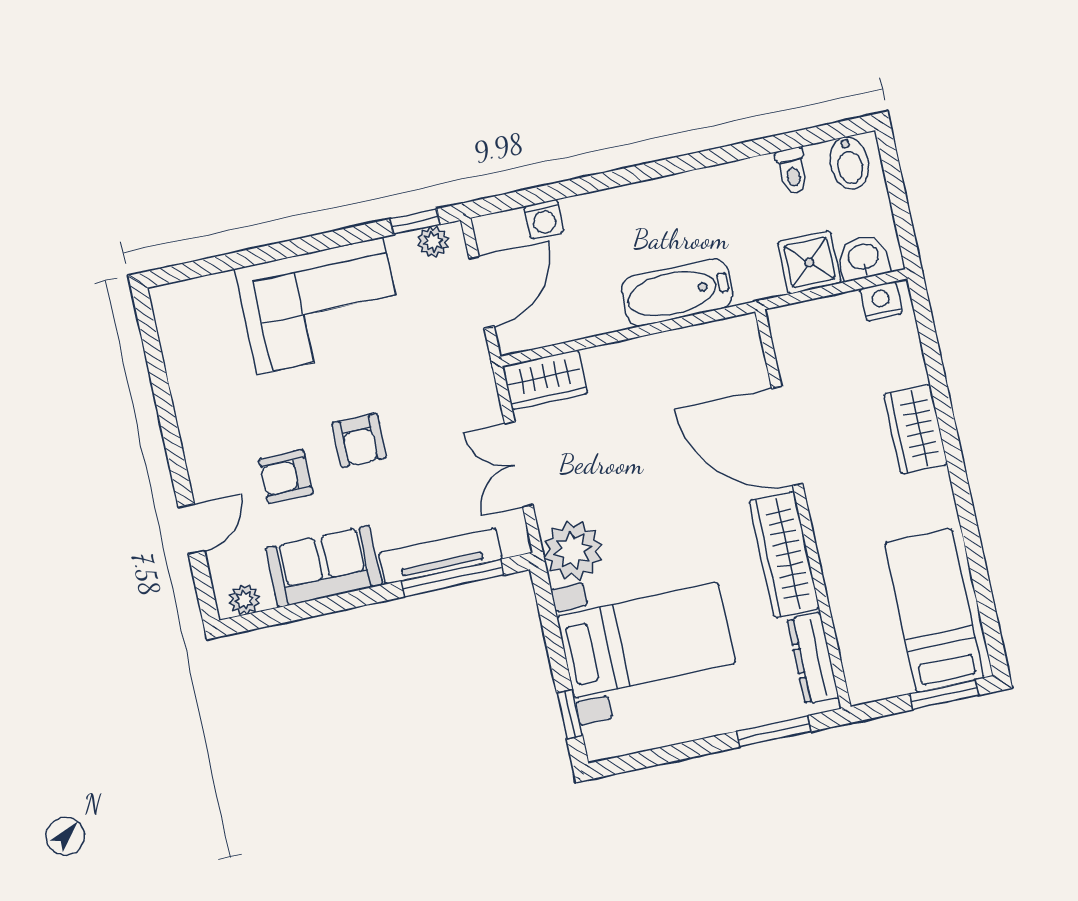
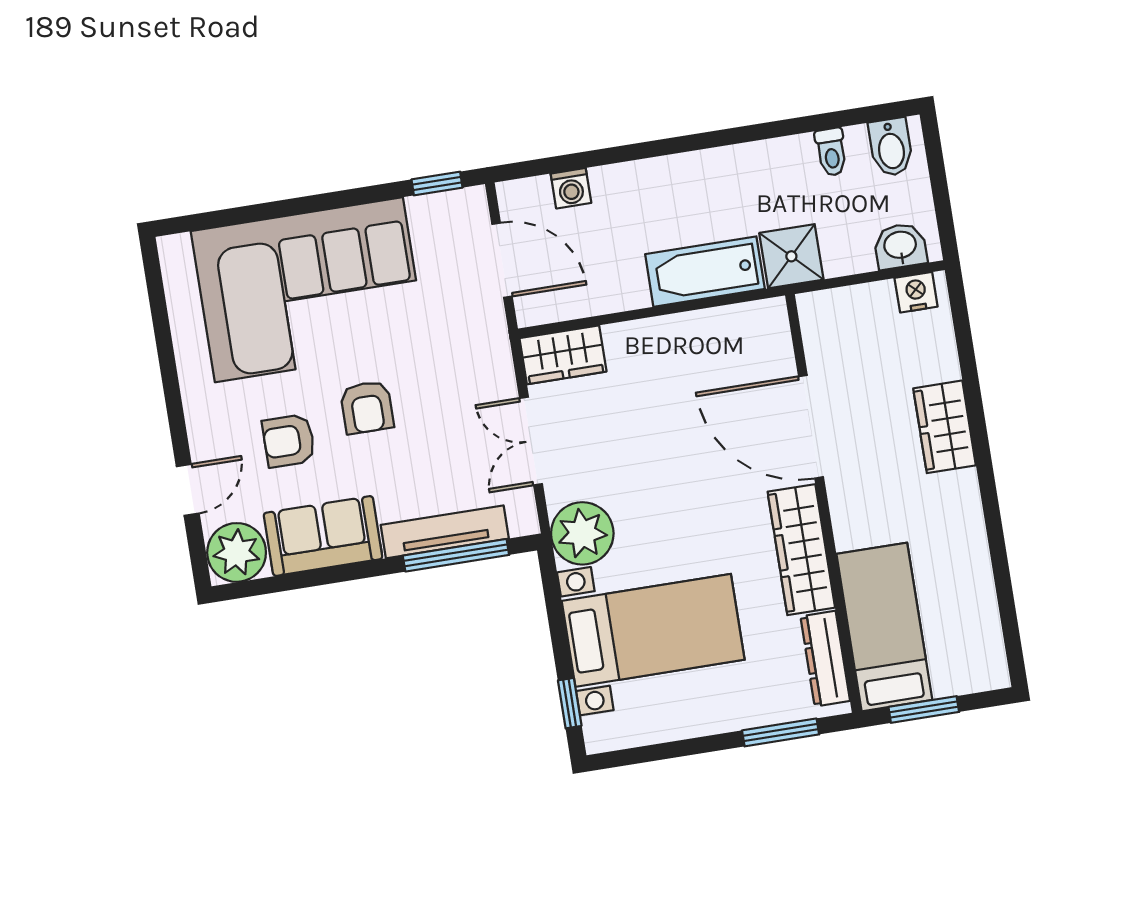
plant: (433, 242) -> (454, 205), removed
shower: (809, 262) -> (791, 256), moved
door: (481, 292) -> (502, 260), hinge flipped
corner sofa: (320, 306) -> (309, 290), width x1.36, depth x1.36
plant: (244, 600) -> (237, 552), width x1.87, depth x1.87
bed: (934, 610) -> (884, 627), moved
window: (944, 695) -> (924, 709), moved

